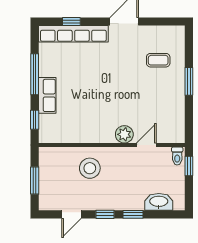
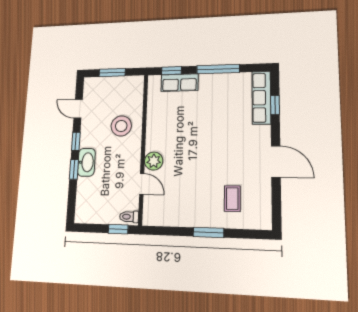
row of seats: (73, 34) -> (261, 98), width x0.73
row of seats: (47, 95) -> (179, 83), moved
washbasin: (159, 202) -> (86, 162), moved

